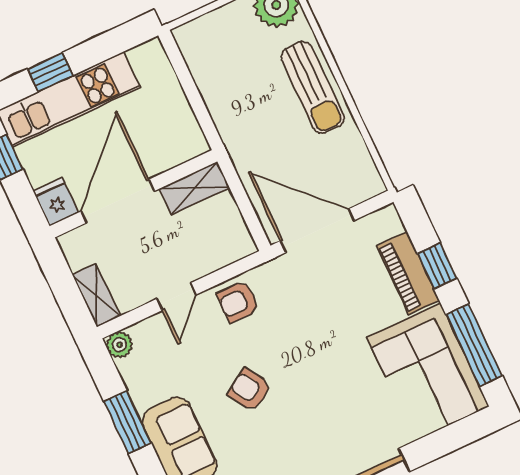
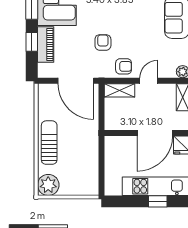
shelving: (194, 188) -> (120, 90), moved
armchair: (250, 390) -> (103, 42), moved, turned -148

